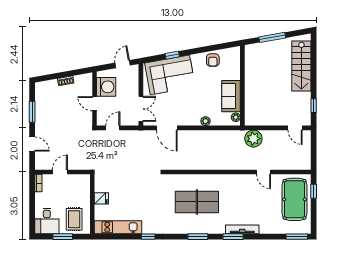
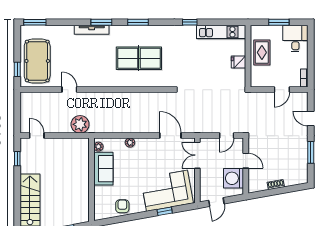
rug: (74, 219) -> (262, 52), moved

